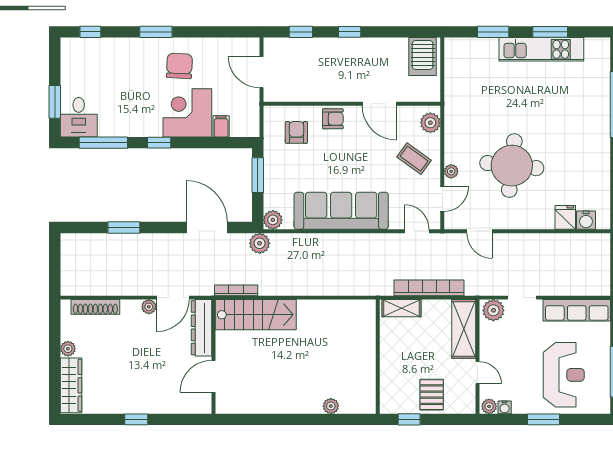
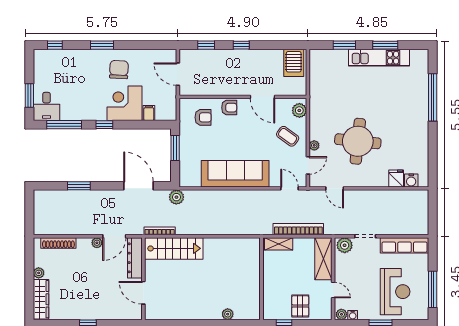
armchair: (296, 132) -> (203, 117), turned 90
plant: (273, 220) -> (186, 180), removed
door: (213, 376) -> (143, 293), hinge flipped

